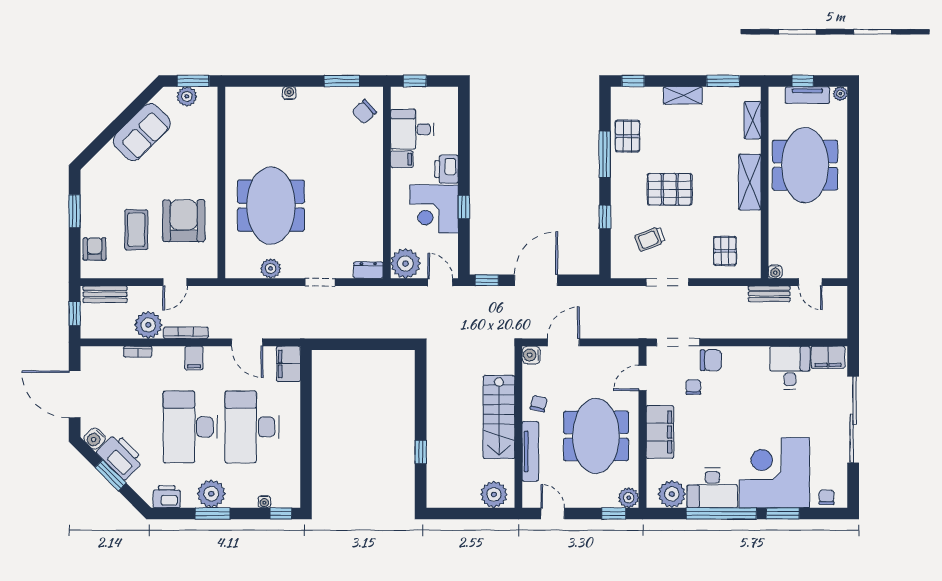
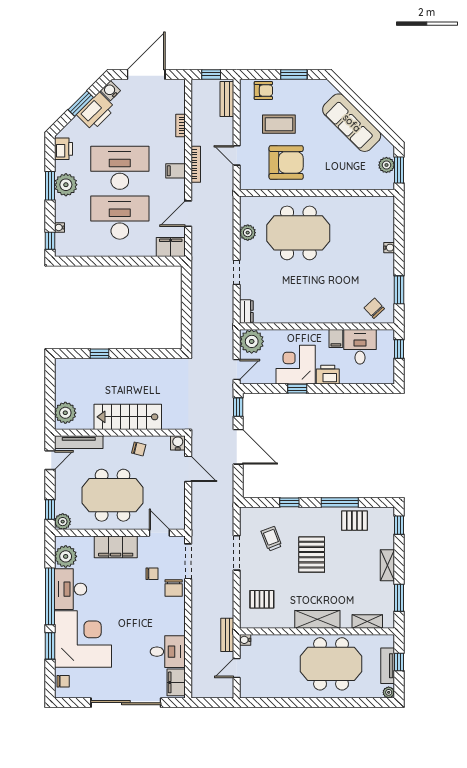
sofa: (142, 132) -> (352, 123), width x1.36
plant: (148, 325) -> (202, 134), removed
tv unit: (530, 451) -> (79, 442), moved

